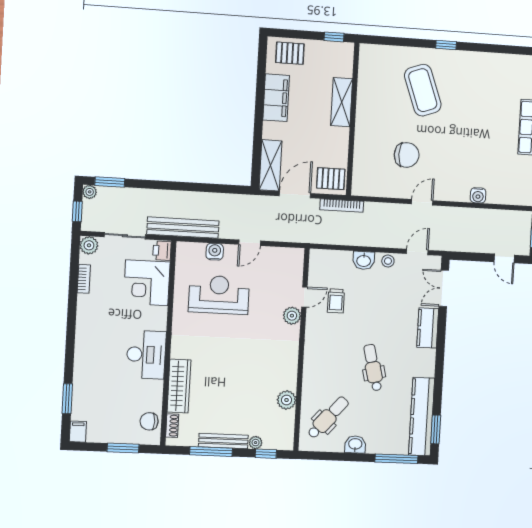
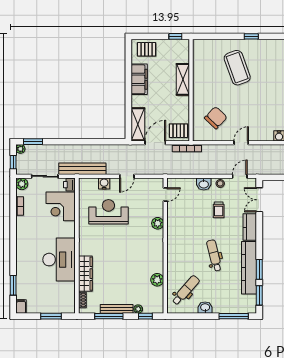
chair: (407, 155) -> (216, 118), moved, turned -46
door: (304, 297) -> (165, 195), moved
trolley: (336, 301) -> (219, 210), moved
desk: (146, 355) -> (59, 260), width x1.36, depth x1.30
window: (438, 391) -> (259, 269), added
kitchen counter: (422, 417) -> (249, 268), moved
chair: (149, 421) -> (67, 298), removed

